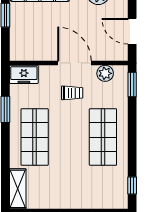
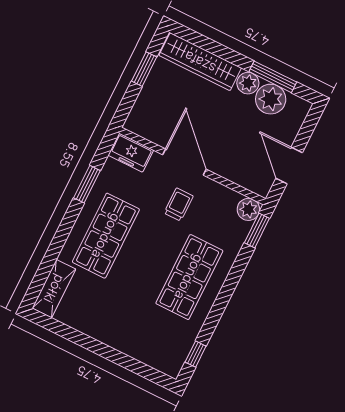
door: (74, 63) -> (184, 162), moved
plant: (105, 73) -> (248, 209), moved
trolley: (72, 93) -> (179, 204), turned -90

